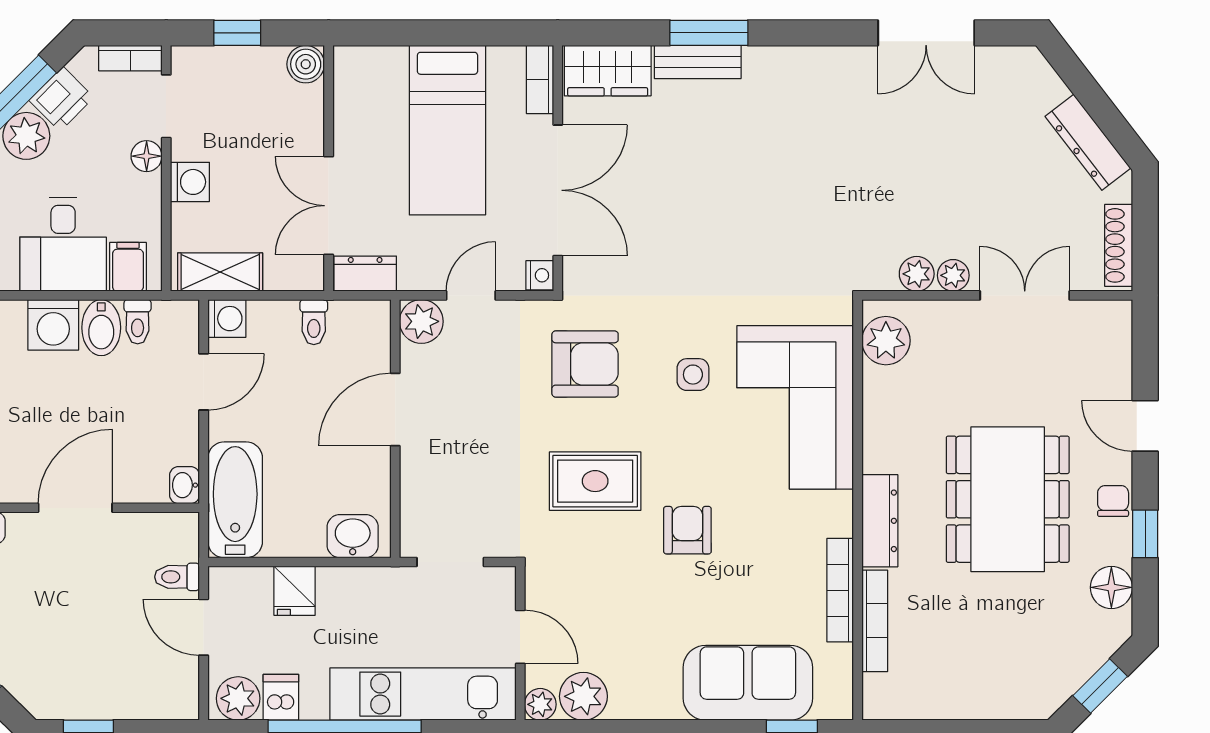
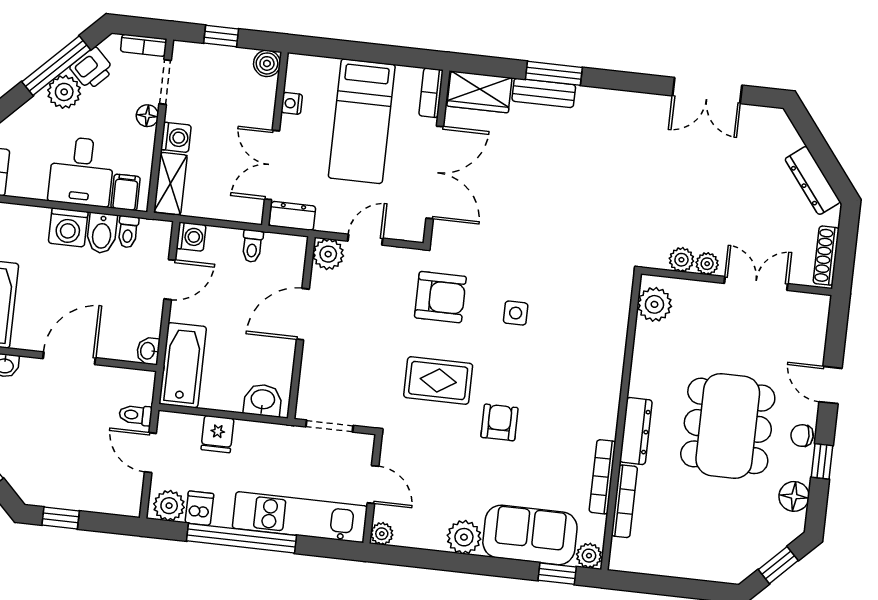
shelving: (220, 272) -> (170, 183), moved, turned 90
nightstand: (540, 275) -> (292, 103), moved, turned 180
corner sofa: (795, 407) -> (585, 344), removed
chair: (1113, 501) -> (802, 436), turned -90
plant: (583, 696) -> (464, 537), moved
plant: (834, 703) -> (589, 556), added

